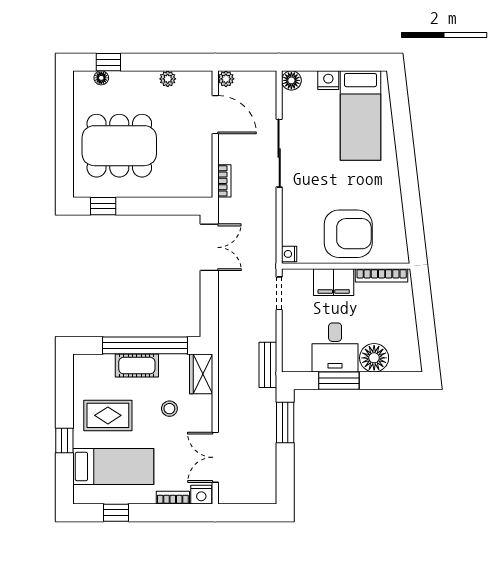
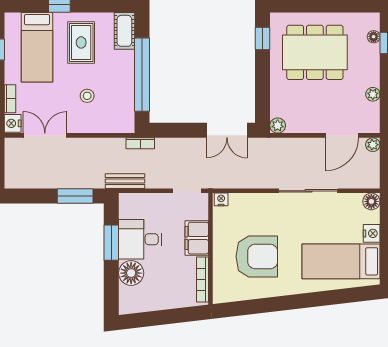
dining table: (119, 146) -> (315, 52), turned 90
bookcase: (224, 181) -> (140, 143), moved
plant: (204, 189) -> (278, 126), added
armchair: (348, 234) -> (257, 256), moved, turned -90
cot: (137, 366) -> (124, 31), moved
wardrobe: (201, 374) -> (117, 123), removed

